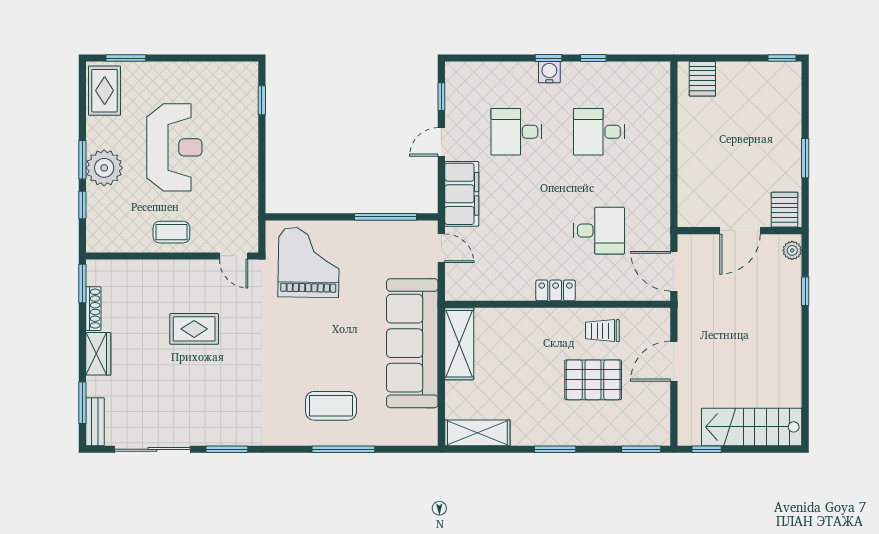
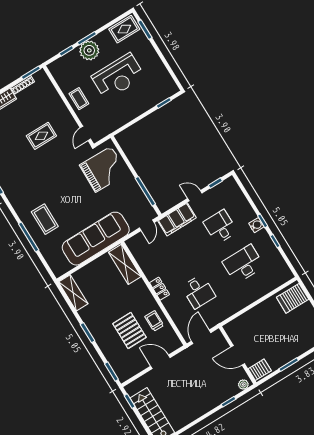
server rack: (702, 79) -> (293, 298), width x1.36, depth x1.44
desk: (599, 132) -> (243, 264), width x1.37
rug: (194, 329) -> (41, 136), turned 90
shelving: (459, 344) -> (125, 264), moved, turned 90

